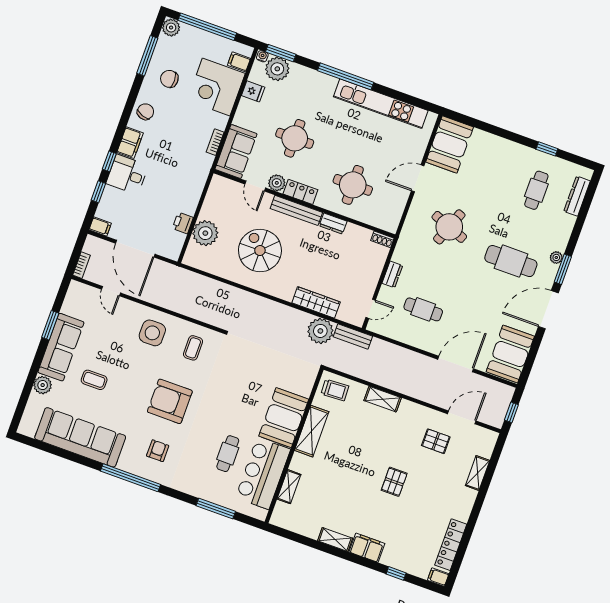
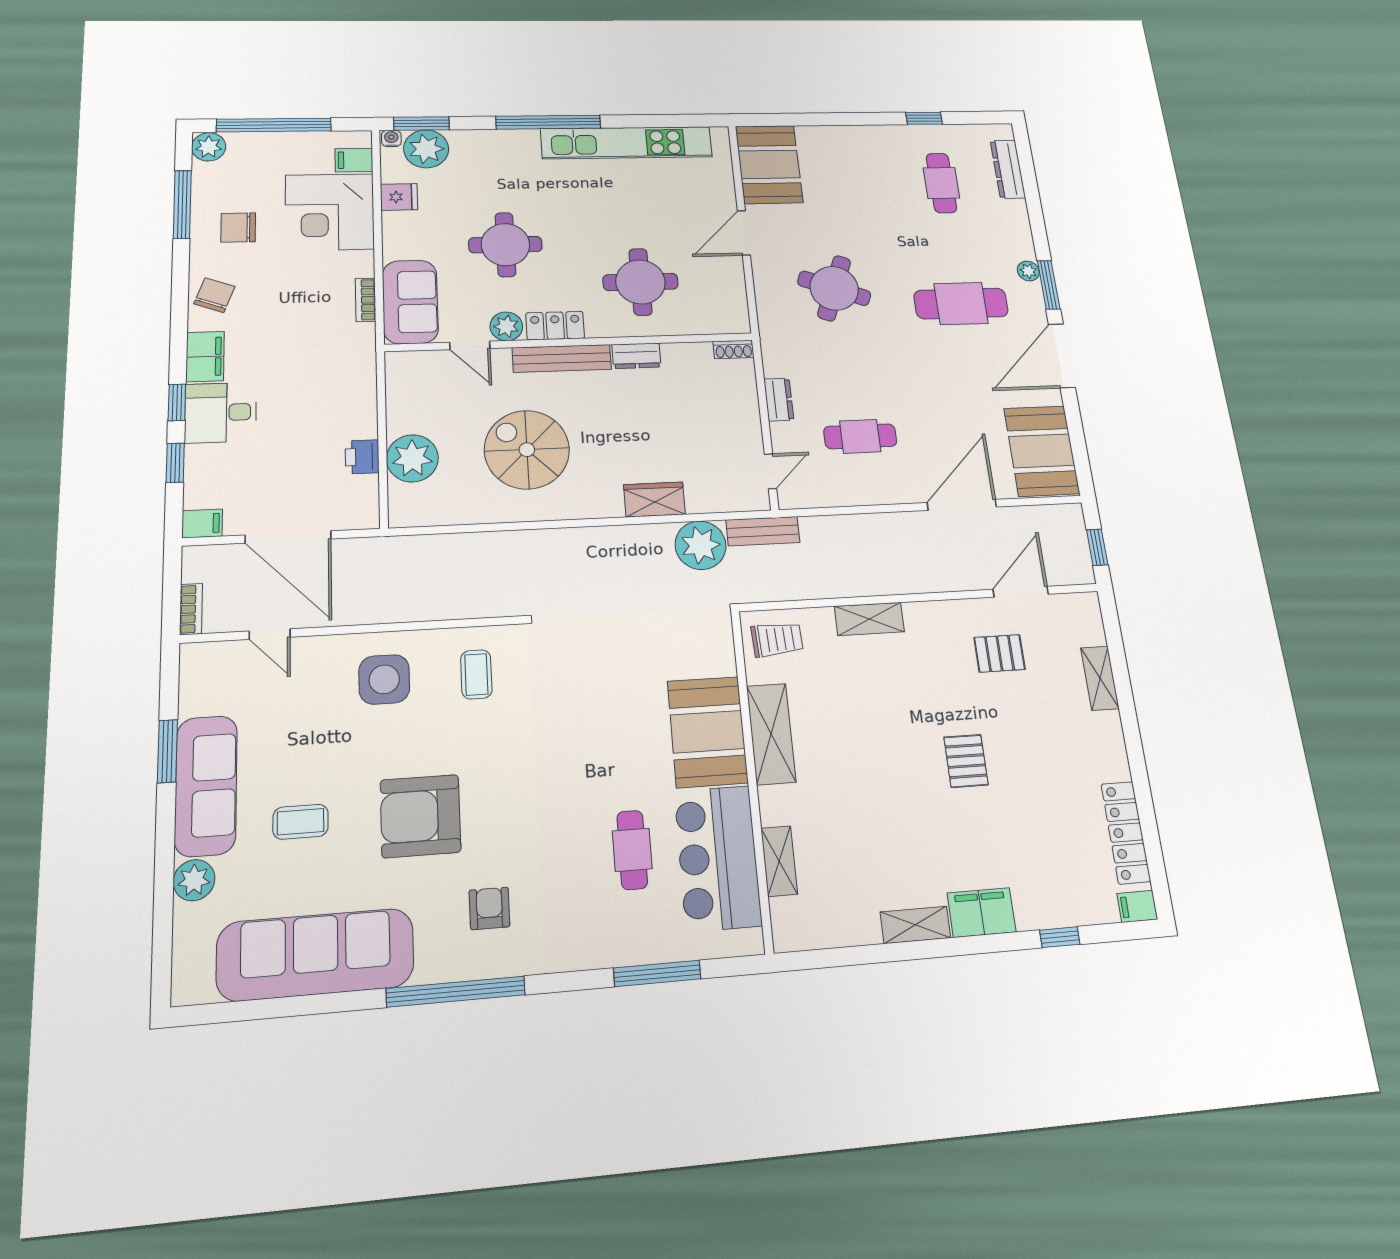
wardrobe: (316, 302) -> (654, 499), width x0.67
armchair: (170, 401) -> (420, 816), moved

